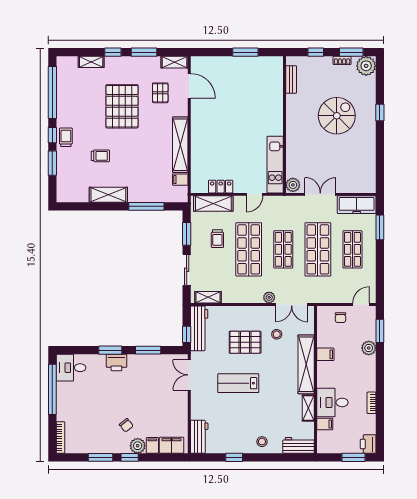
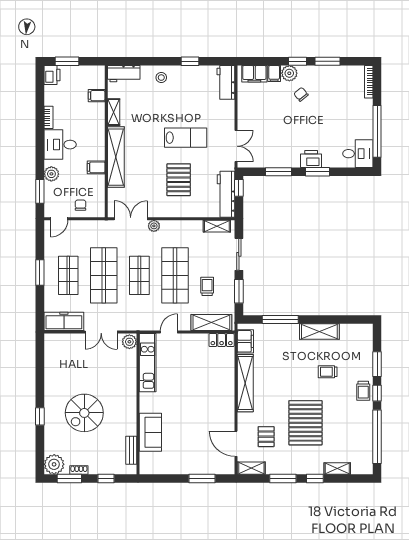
window: (245, 52) -> (202, 478), moved
sofa: (273, 97) -> (150, 432), added
filing cabinet: (180, 180) -> (245, 341), width x2.00
locker: (221, 187) -> (222, 340), moved
window: (380, 227) -> (40, 272), moved
stool: (277, 334) -> (146, 188), removed
pallet: (245, 342) -> (179, 180), turned 90
desk: (332, 402) -> (60, 145), moved, turned 180

